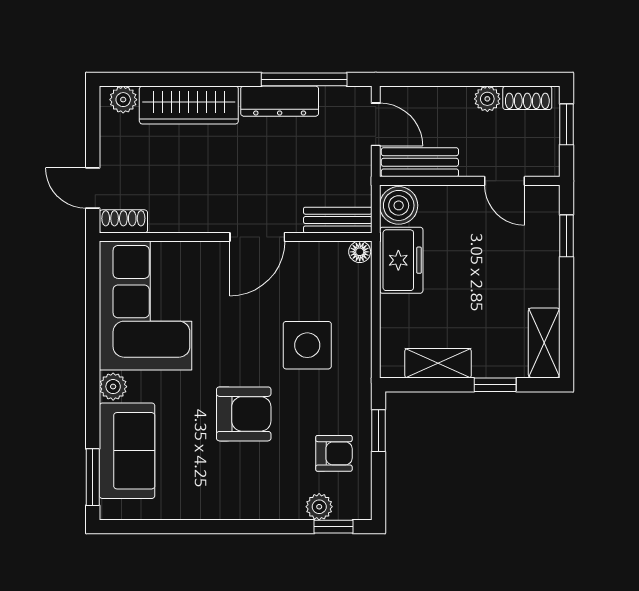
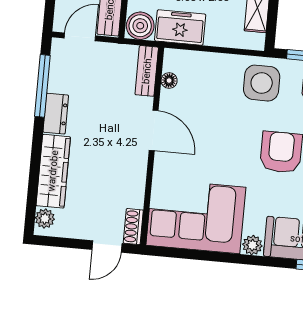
dresser: (280, 101) -> (56, 114), width x0.70
floor lamp: (360, 252) -> (169, 81), moved
side table: (307, 345) -> (262, 83), moved

